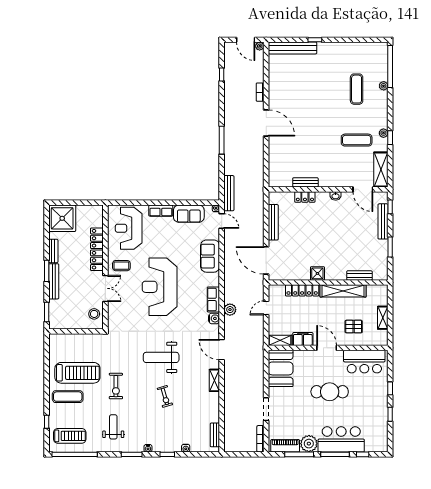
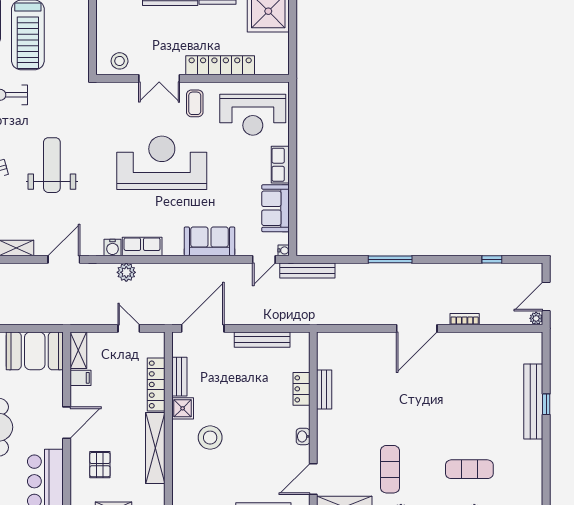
bench: (292, 48) -> (533, 401), moved
reception desk: (129, 228) -> (253, 115), turned 180
stool: (336, 256) -> (210, 438), added
bench: (359, 275) -> (179, 377), moved
filing cabinet: (303, 339) -> (80, 378), width x0.50

